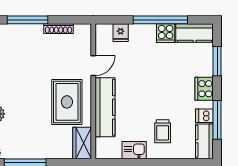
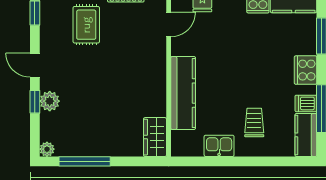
door: (93, 66) -> (169, 24), moved
rug: (67, 102) -> (86, 25), moved, width x0.73, depth x0.70
trolley: (163, 131) -> (254, 123), turned 180

